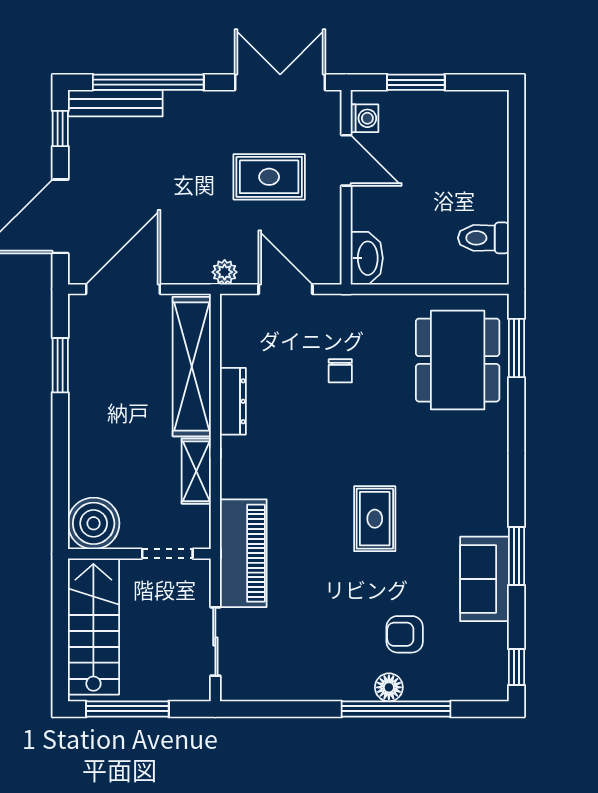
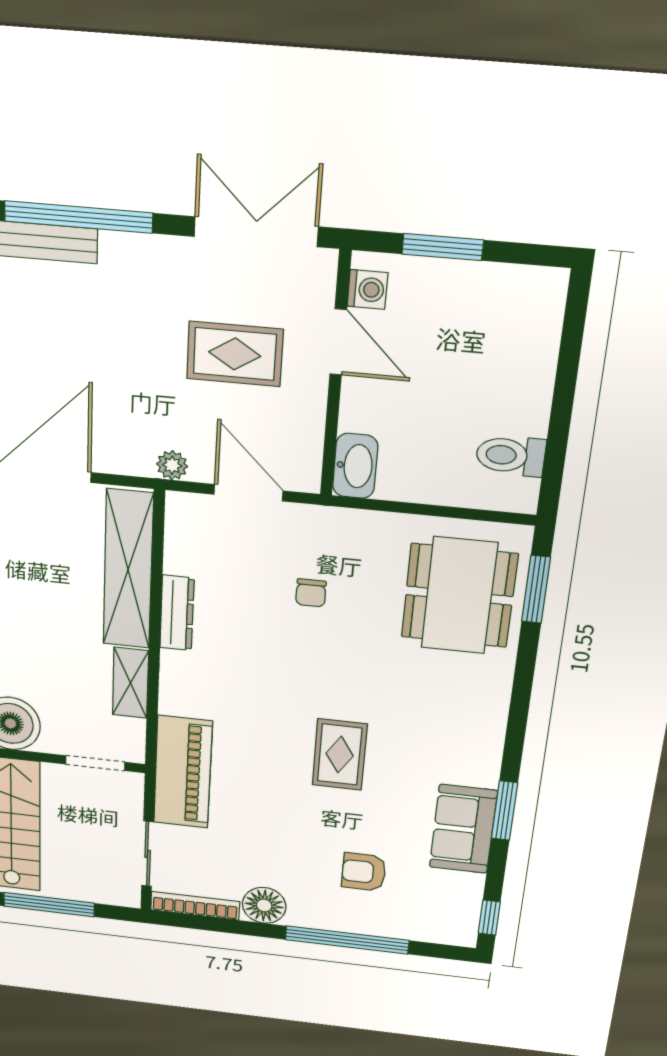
floor lamp: (389, 687) -> (264, 905), moved, width x1.38, depth x1.38
bookcase: (259, 691) -> (195, 906), added

